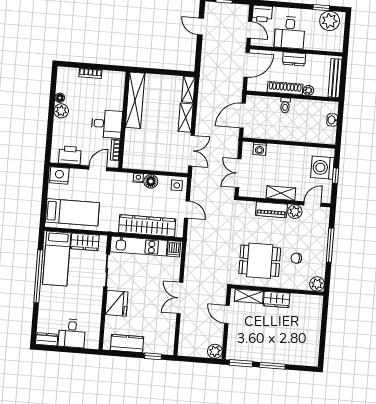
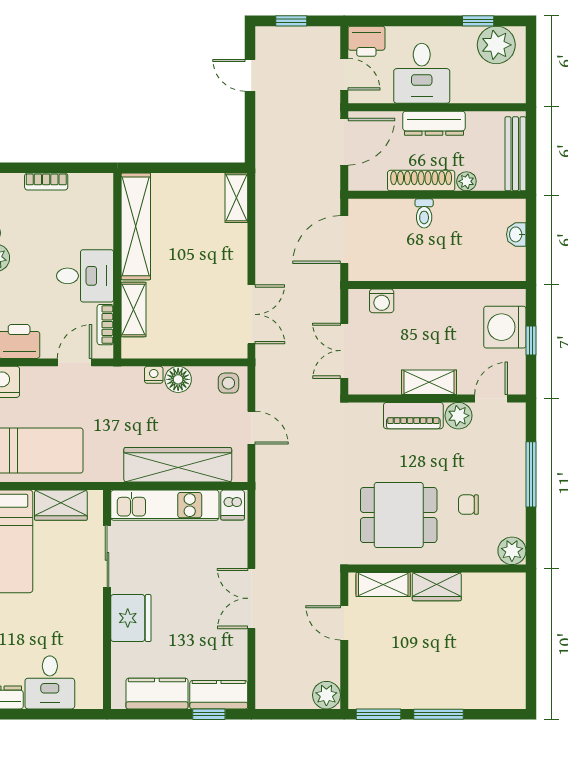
dresser: (294, 59) -> (434, 123), width x1.44
shelving: (186, 118) -> (134, 309), moved
kitchen counter: (159, 347) -> (219, 695), added

